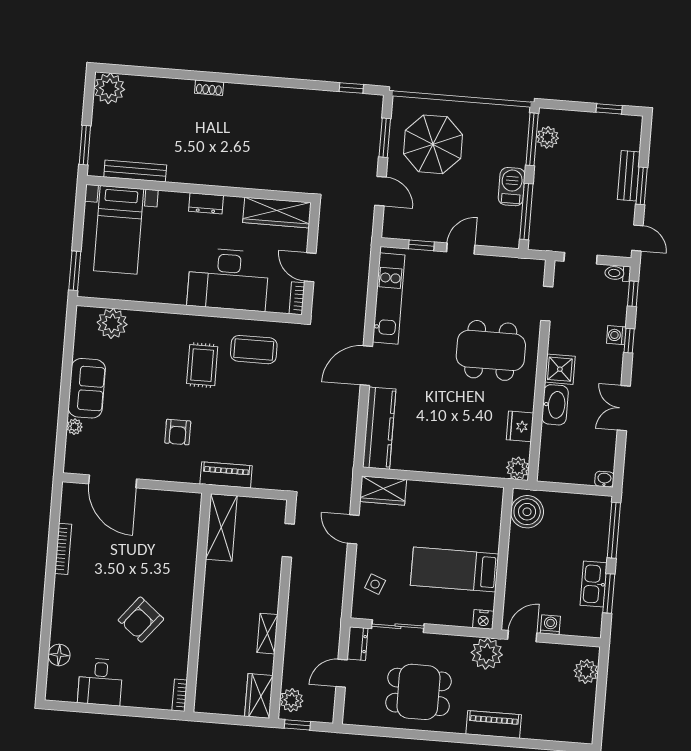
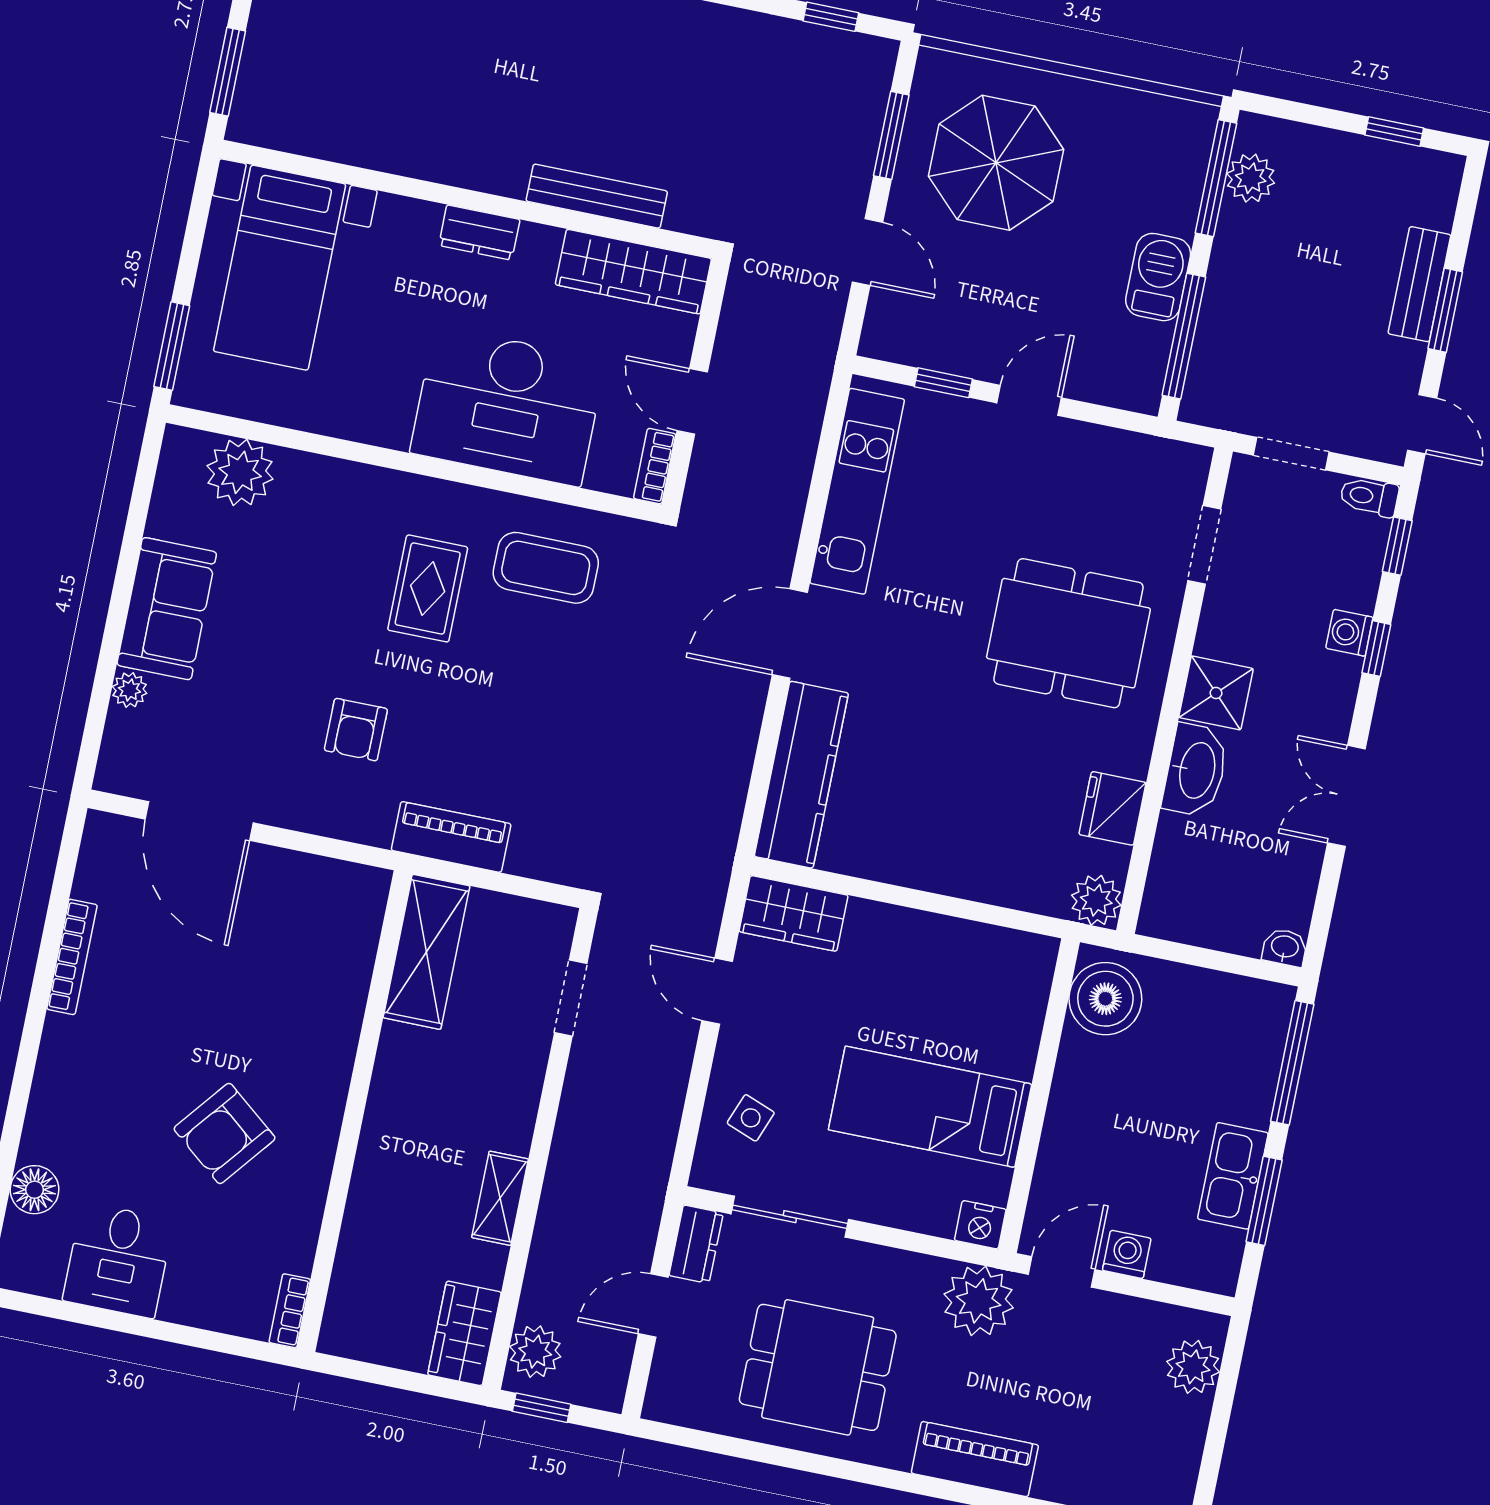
bench: (135, 171) -> (597, 196), moved

